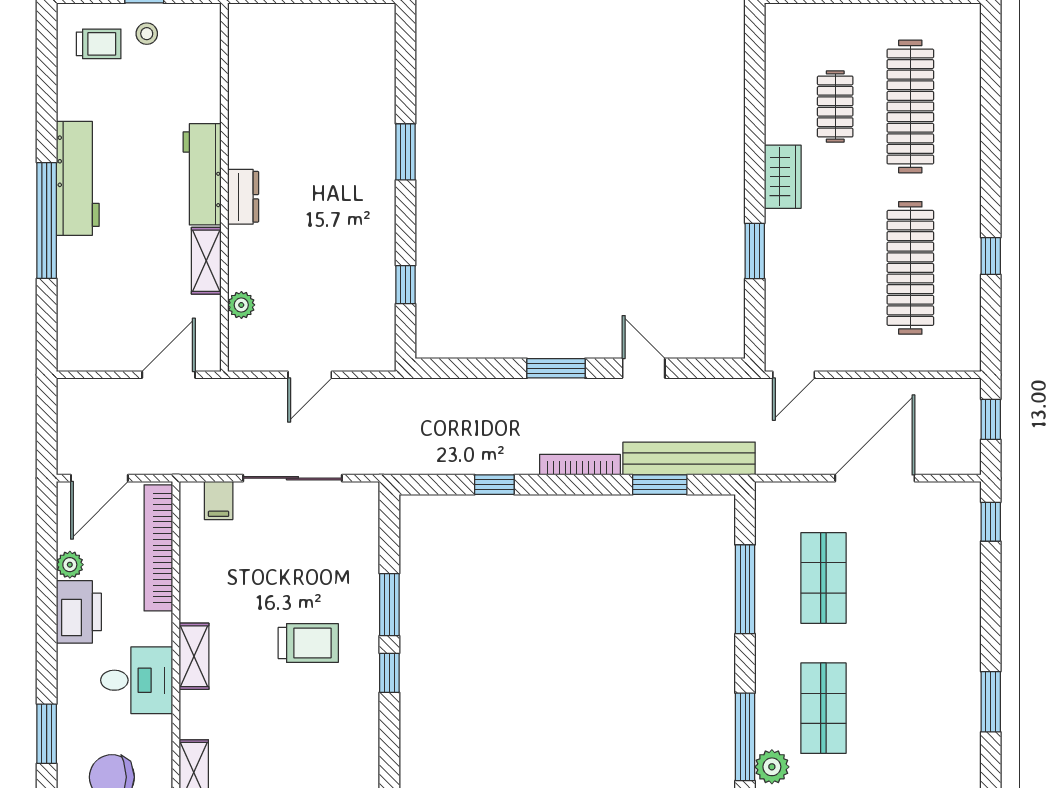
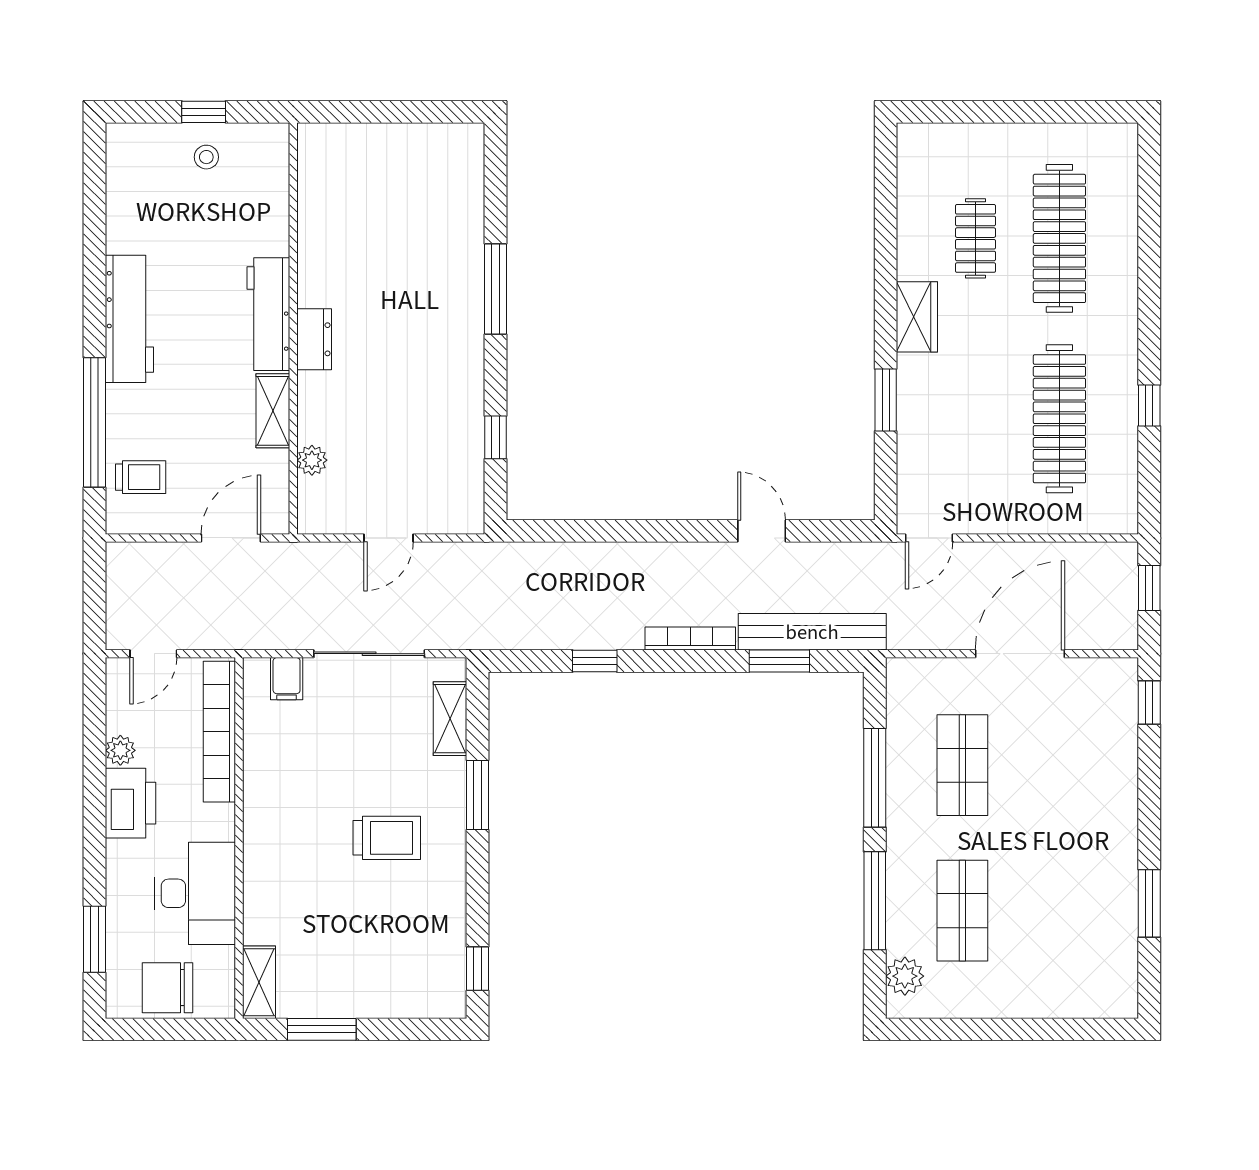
trolley: (99, 44) -> (141, 477), moved
window: (406, 152) -> (495, 289), width x1.44
window: (47, 220) -> (95, 422), moved
window: (556, 368) -> (663, 531), removed
door: (99, 478) -> (153, 654), width x0.73
shelving: (194, 656) -> (450, 719), moved
window: (389, 673) -> (477, 969), moved
desk: (137, 680) -> (195, 893), width x1.37
window: (745, 737) -> (875, 901), moved

